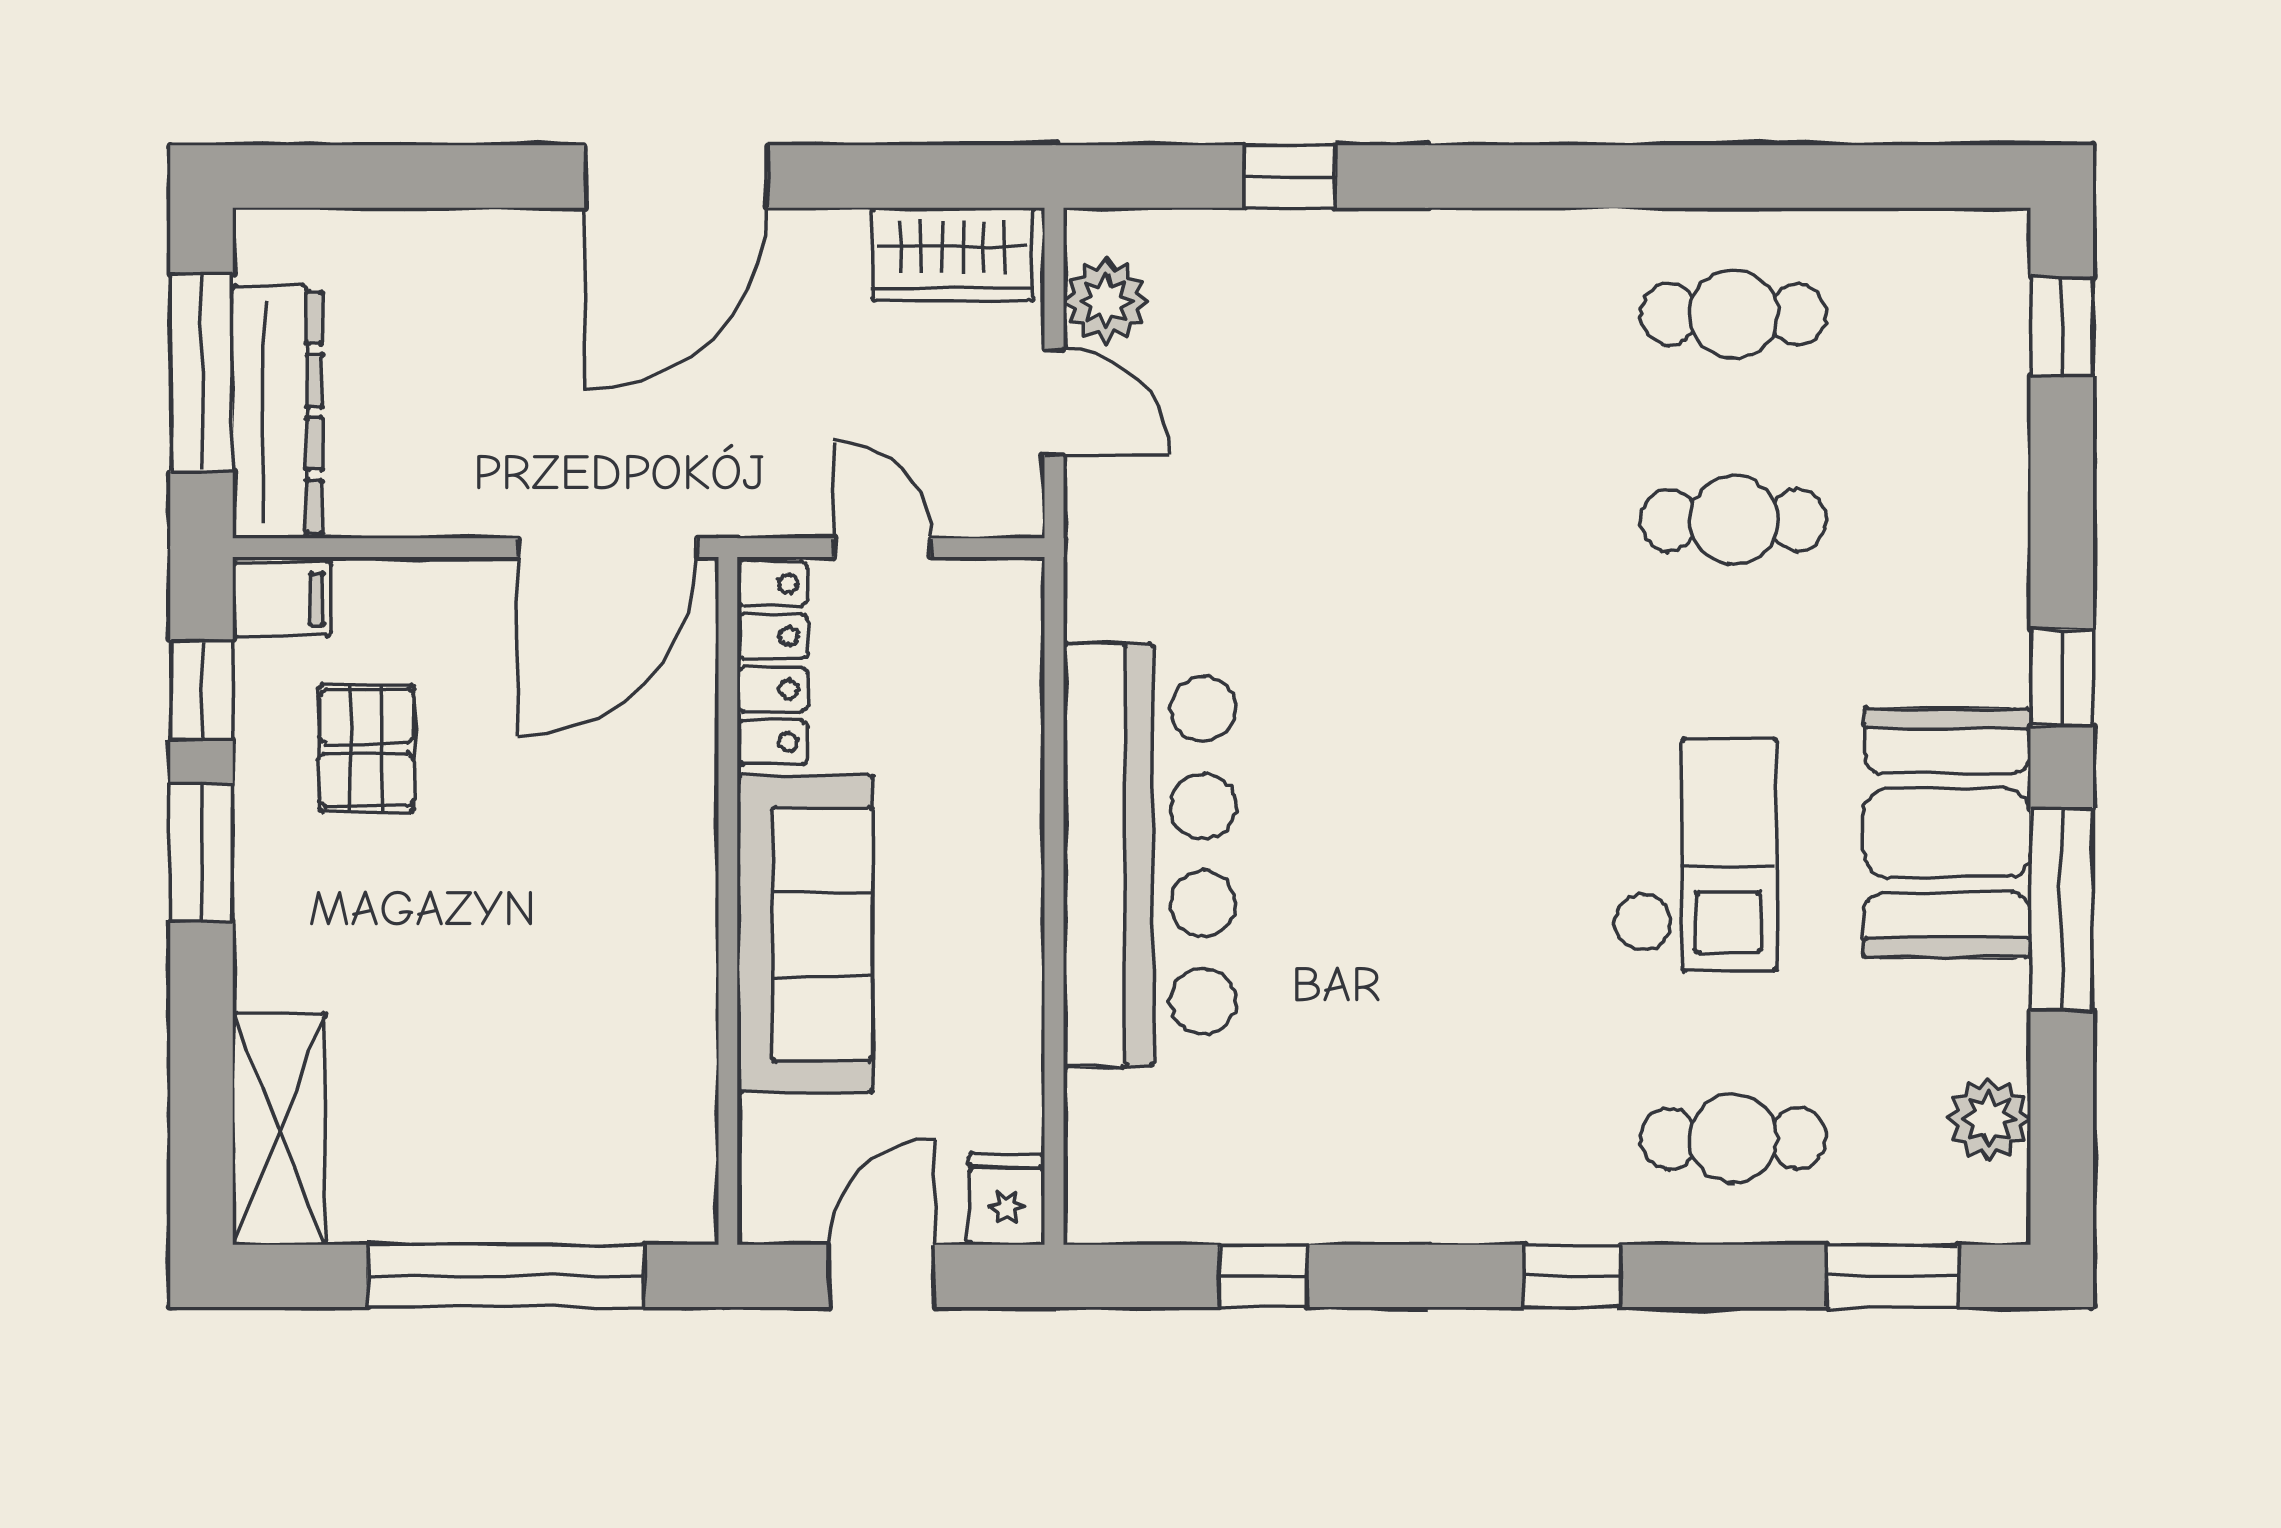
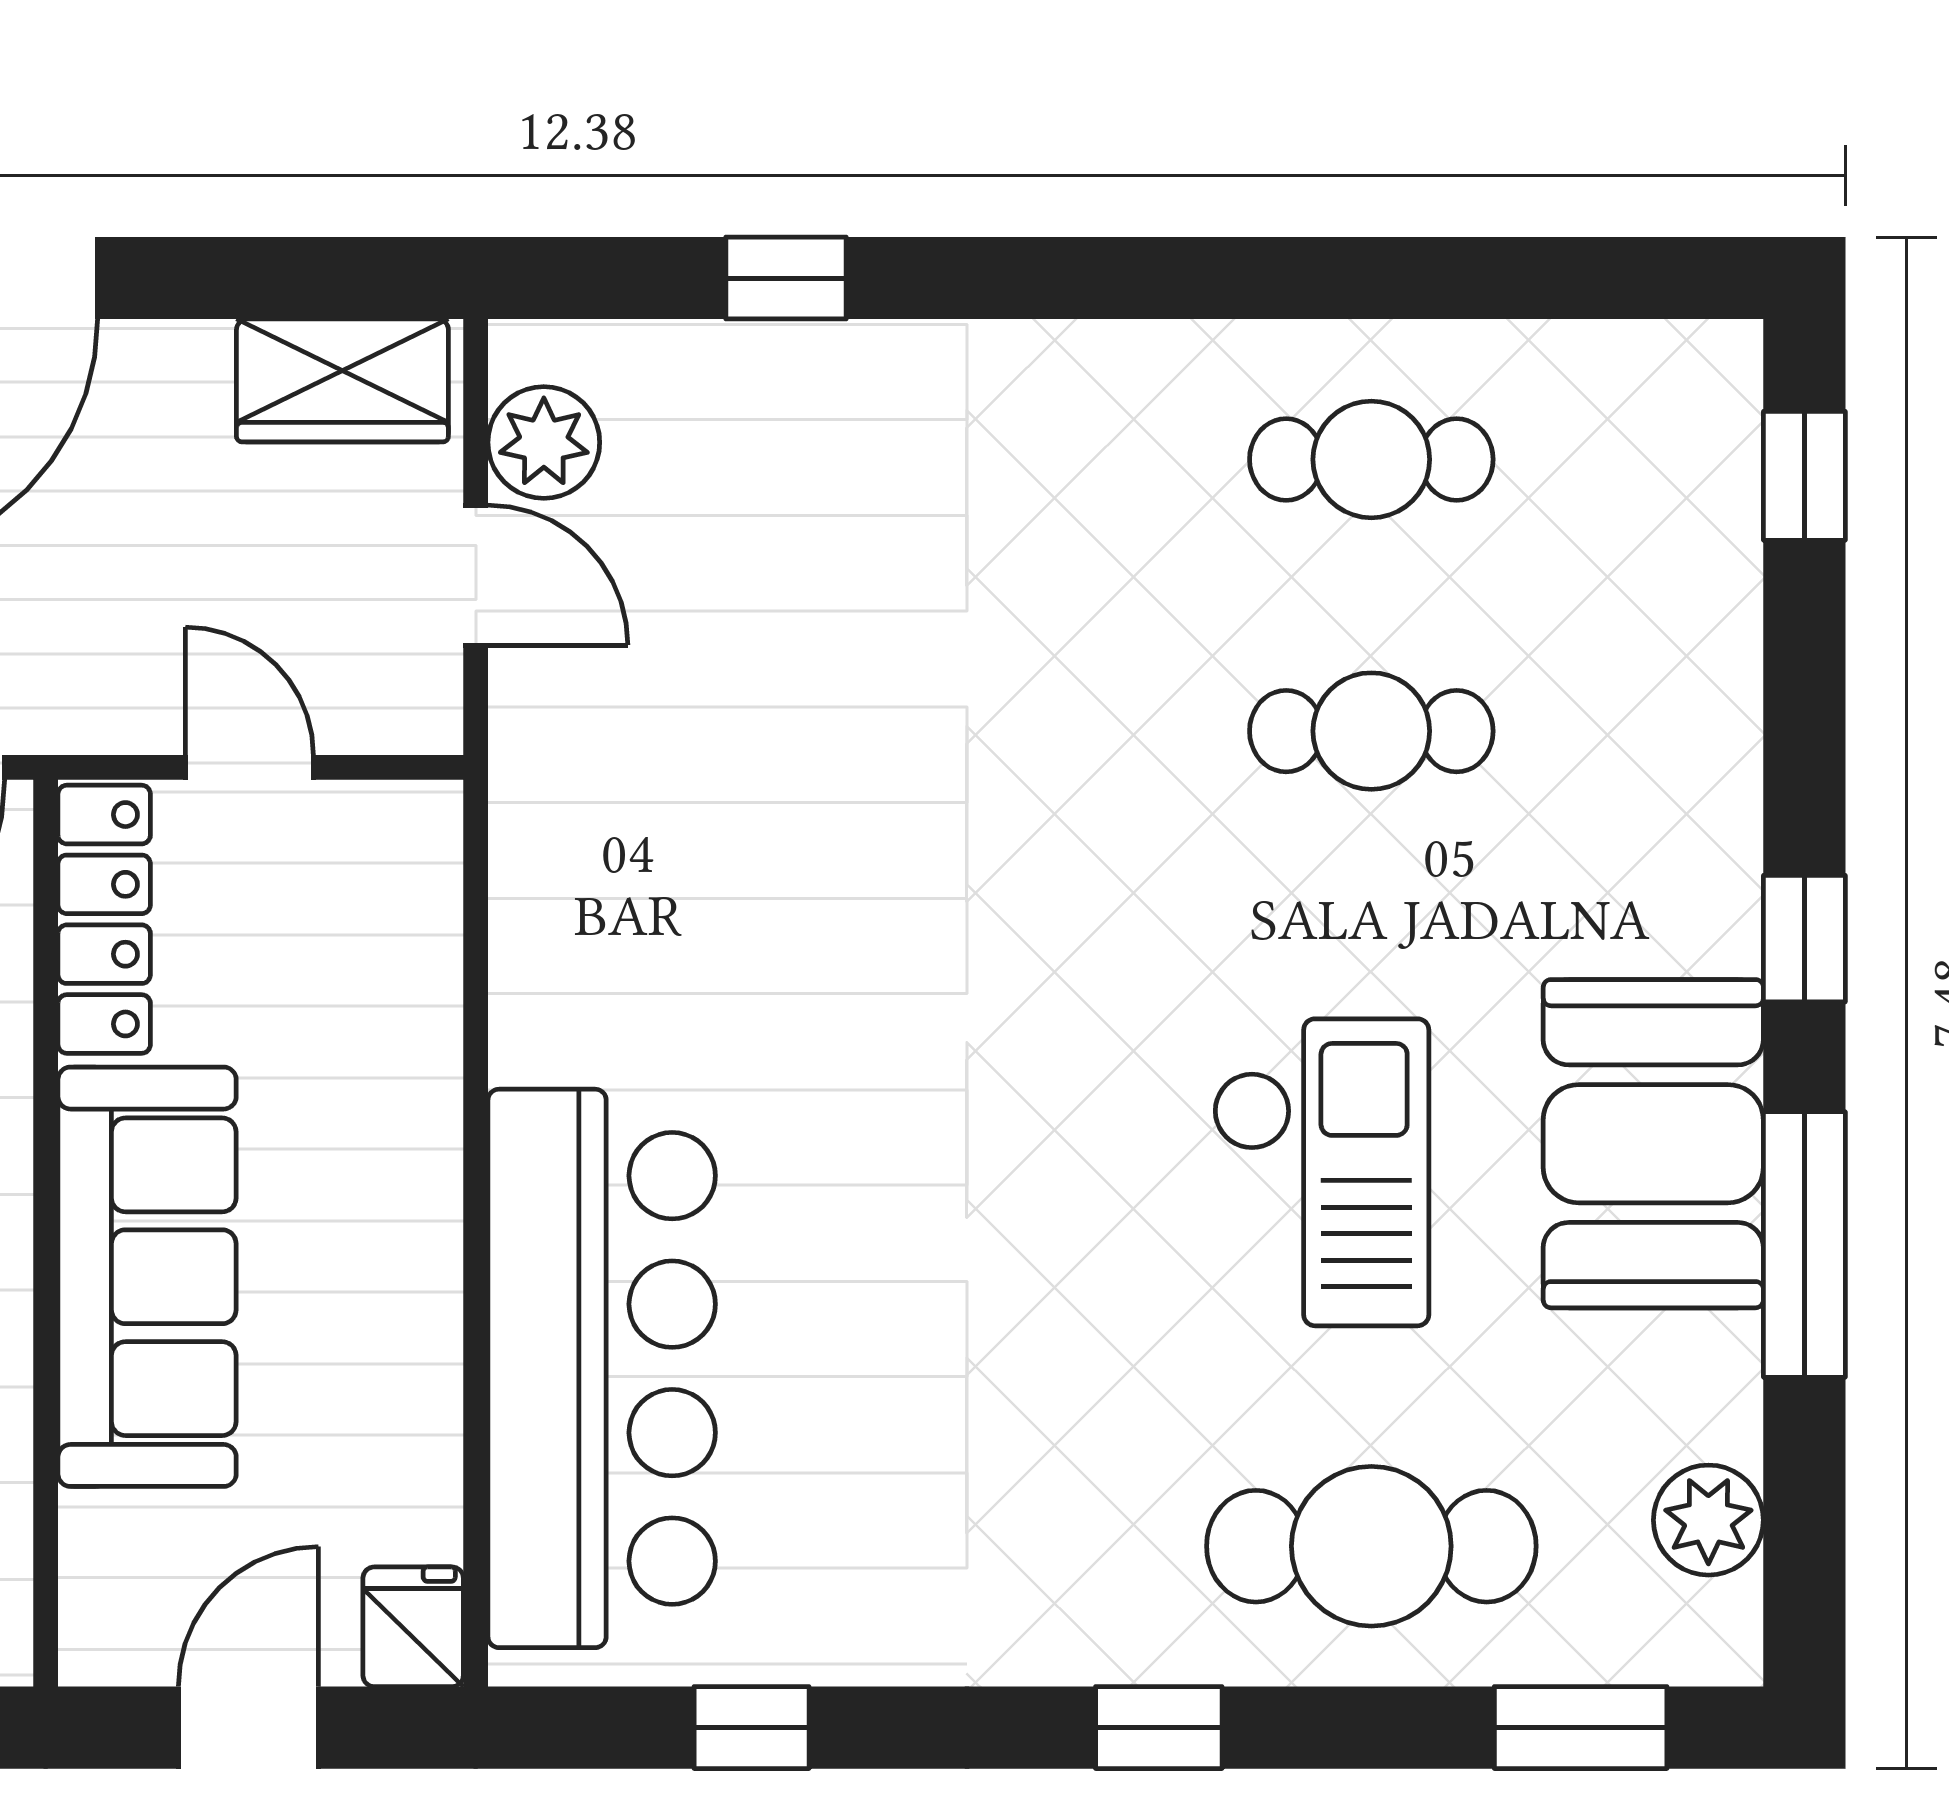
bar counter: (1150, 855) -> (602, 1368), moved
cafe table: (1733, 1138) -> (1371, 1546), width x1.37, depth x1.35

